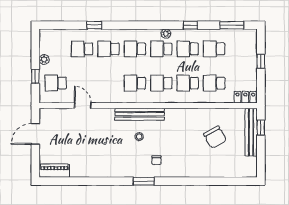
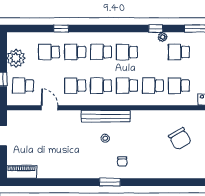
plant: (166, 34) -> (163, 37), moved
school desk: (188, 49) -> (75, 86), moved
plant: (44, 59) -> (16, 58), width x1.87, depth x1.87

